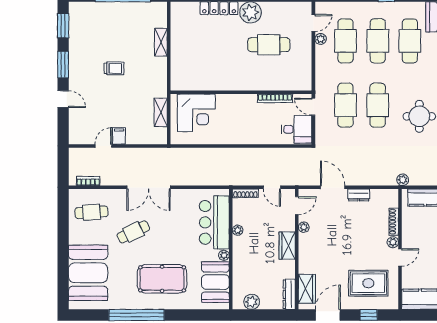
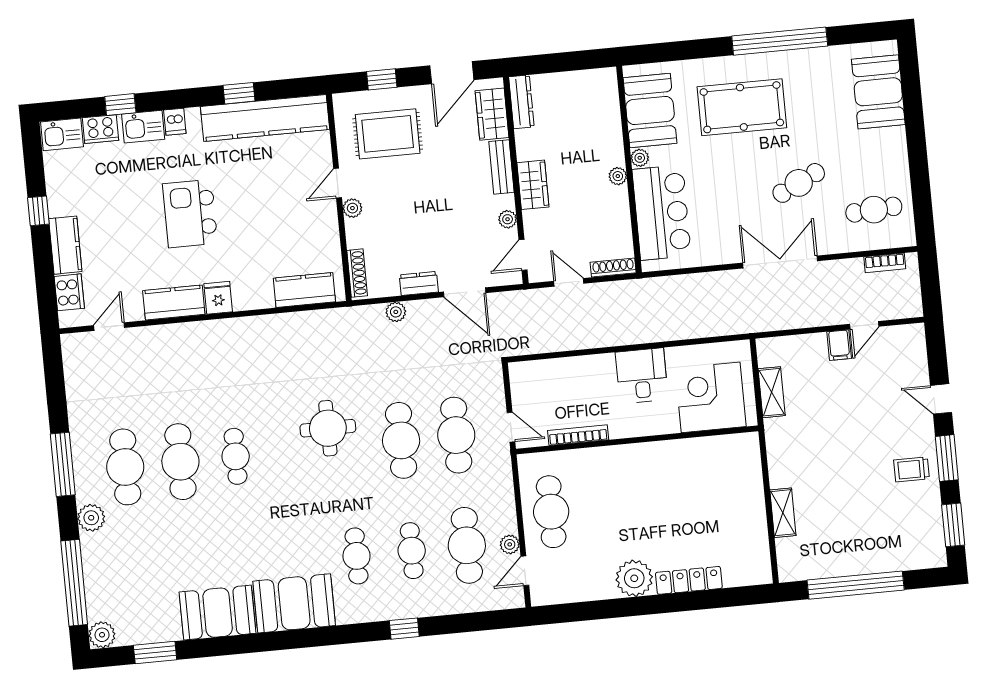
cafe table: (378, 41) -> (412, 551), width x0.73, depth x0.74
cafe table: (410, 41) -> (357, 556), width x0.73, depth x0.74
cafe table: (269, 45) -> (551, 512), moved, turned 90
trolley: (114, 68) -> (912, 469), moved
desk: (297, 129) -> (642, 376), moved, turned 90
plant: (403, 180) -> (396, 312), moved
shoe rack: (394, 222) -> (357, 273), moved
plant: (238, 230) -> (618, 176), moved
bench: (304, 258) -> (501, 167), added
booth: (88, 273) -> (878, 92), width x0.73, depth x0.70
plant: (252, 302) -> (585, 83), removed

